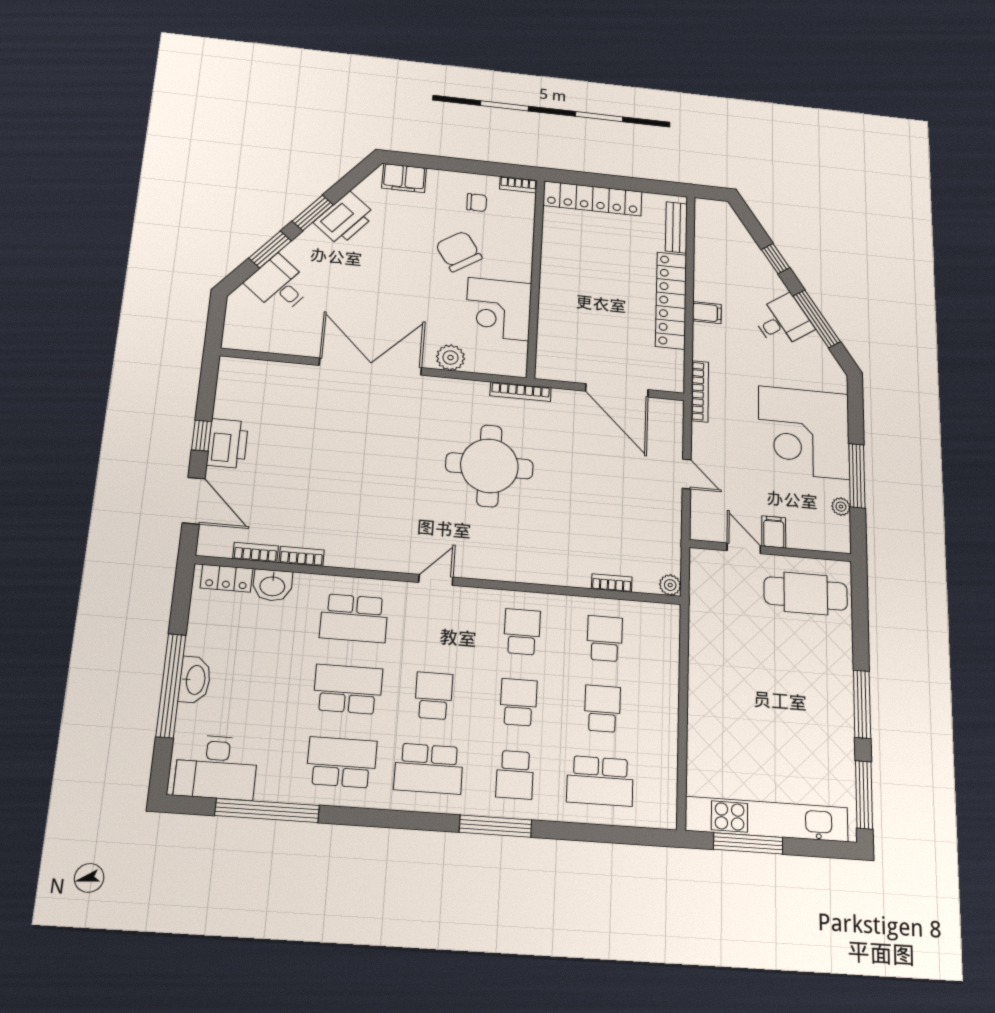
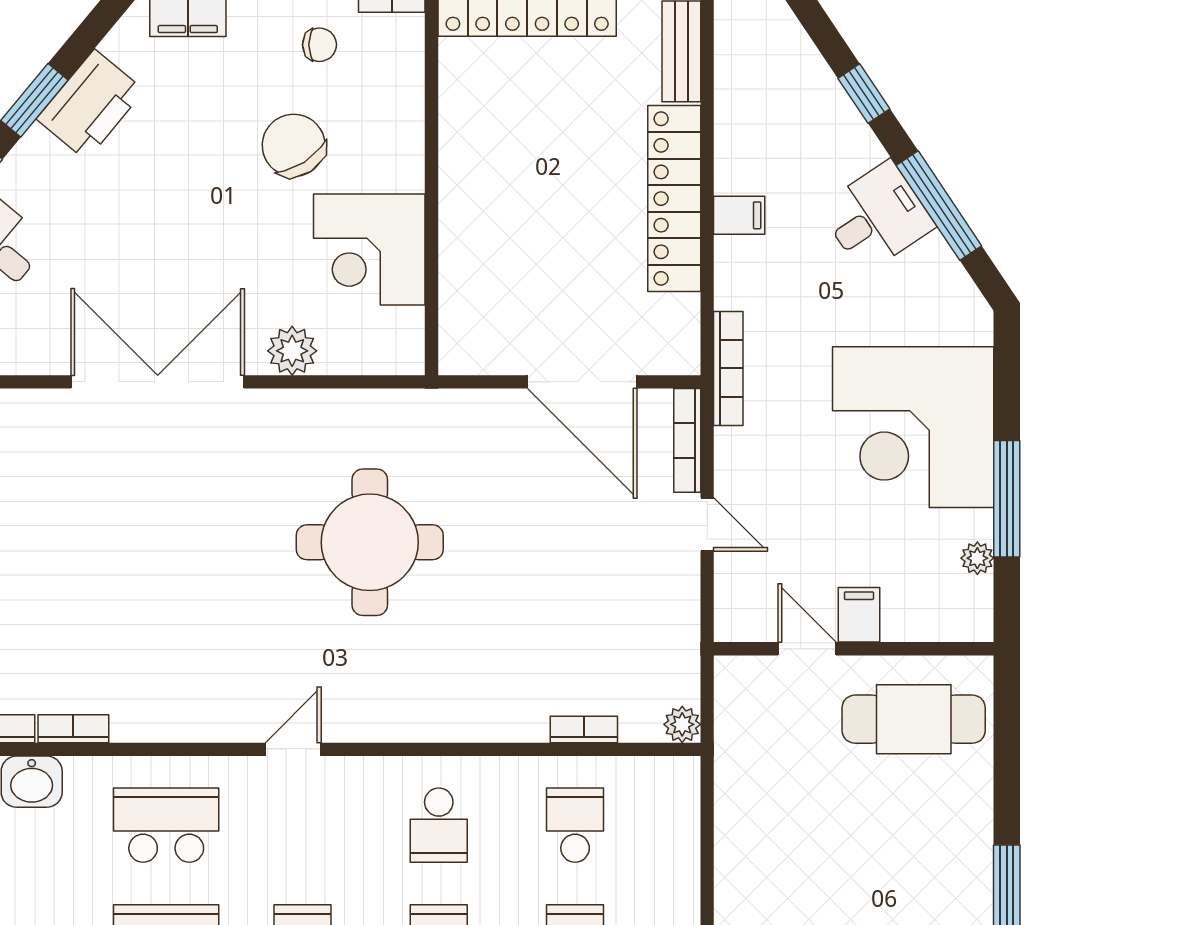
bookcase: (521, 392) -> (687, 440), moved, turned 90
school desk: (354, 618) -> (166, 825), turned 180
school desk: (522, 632) -> (439, 825), turned 180

